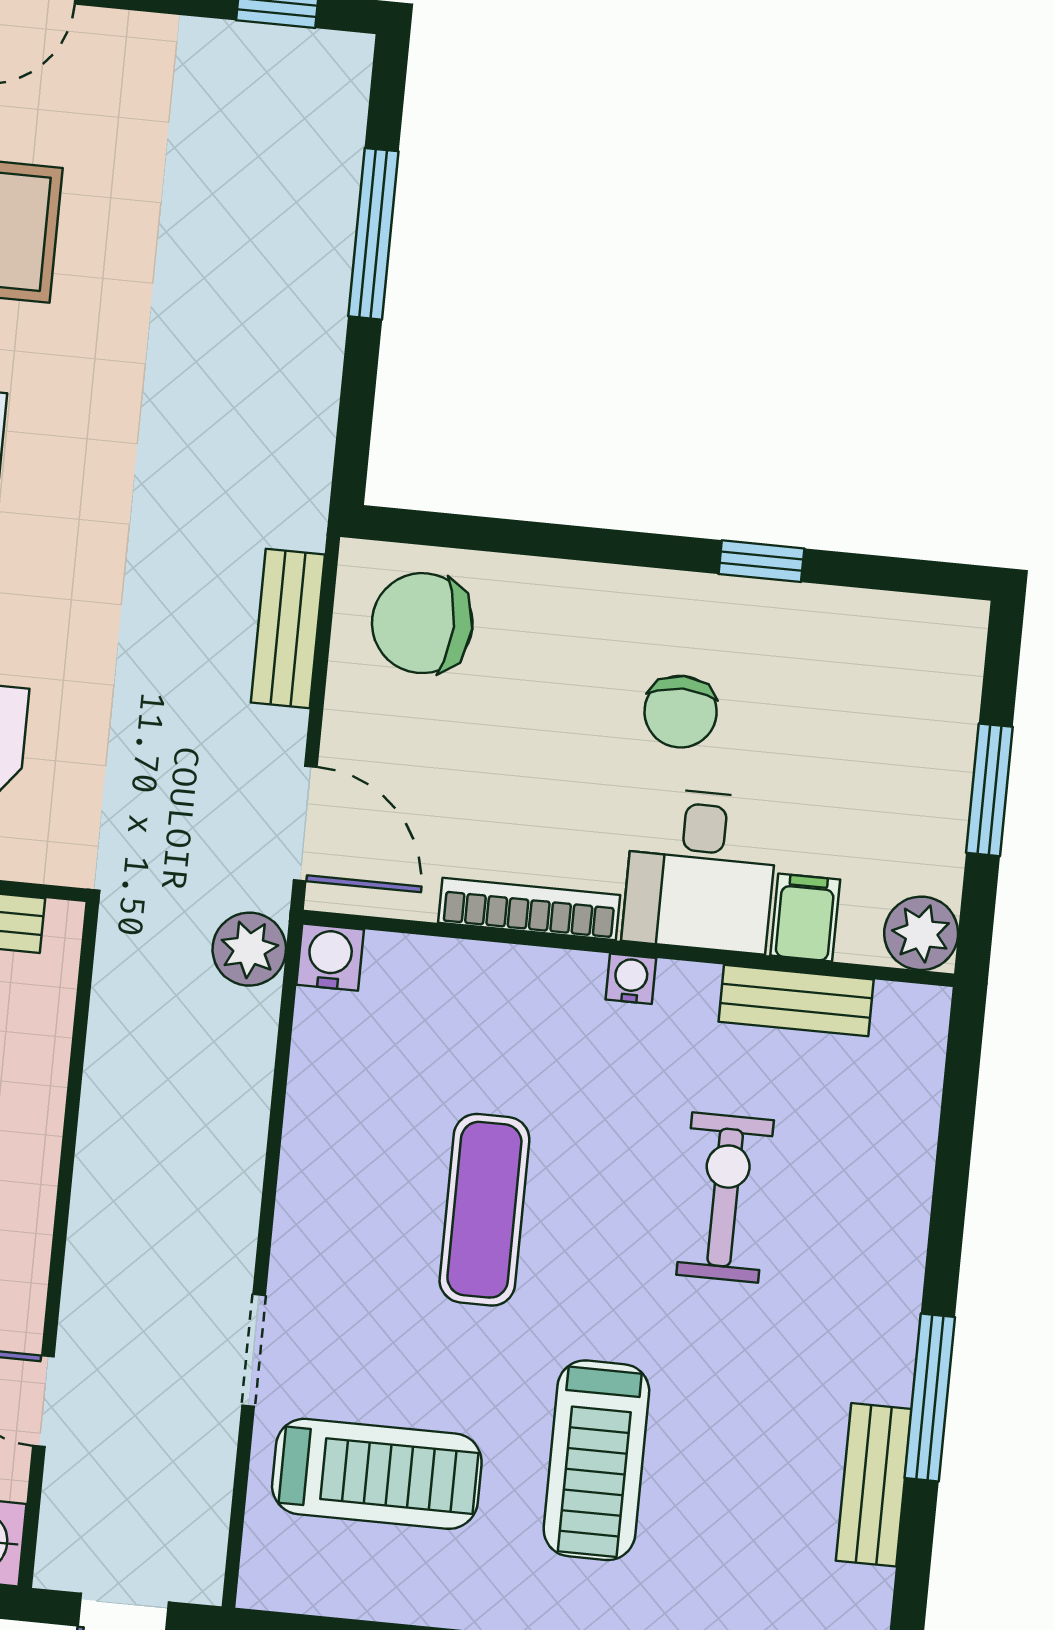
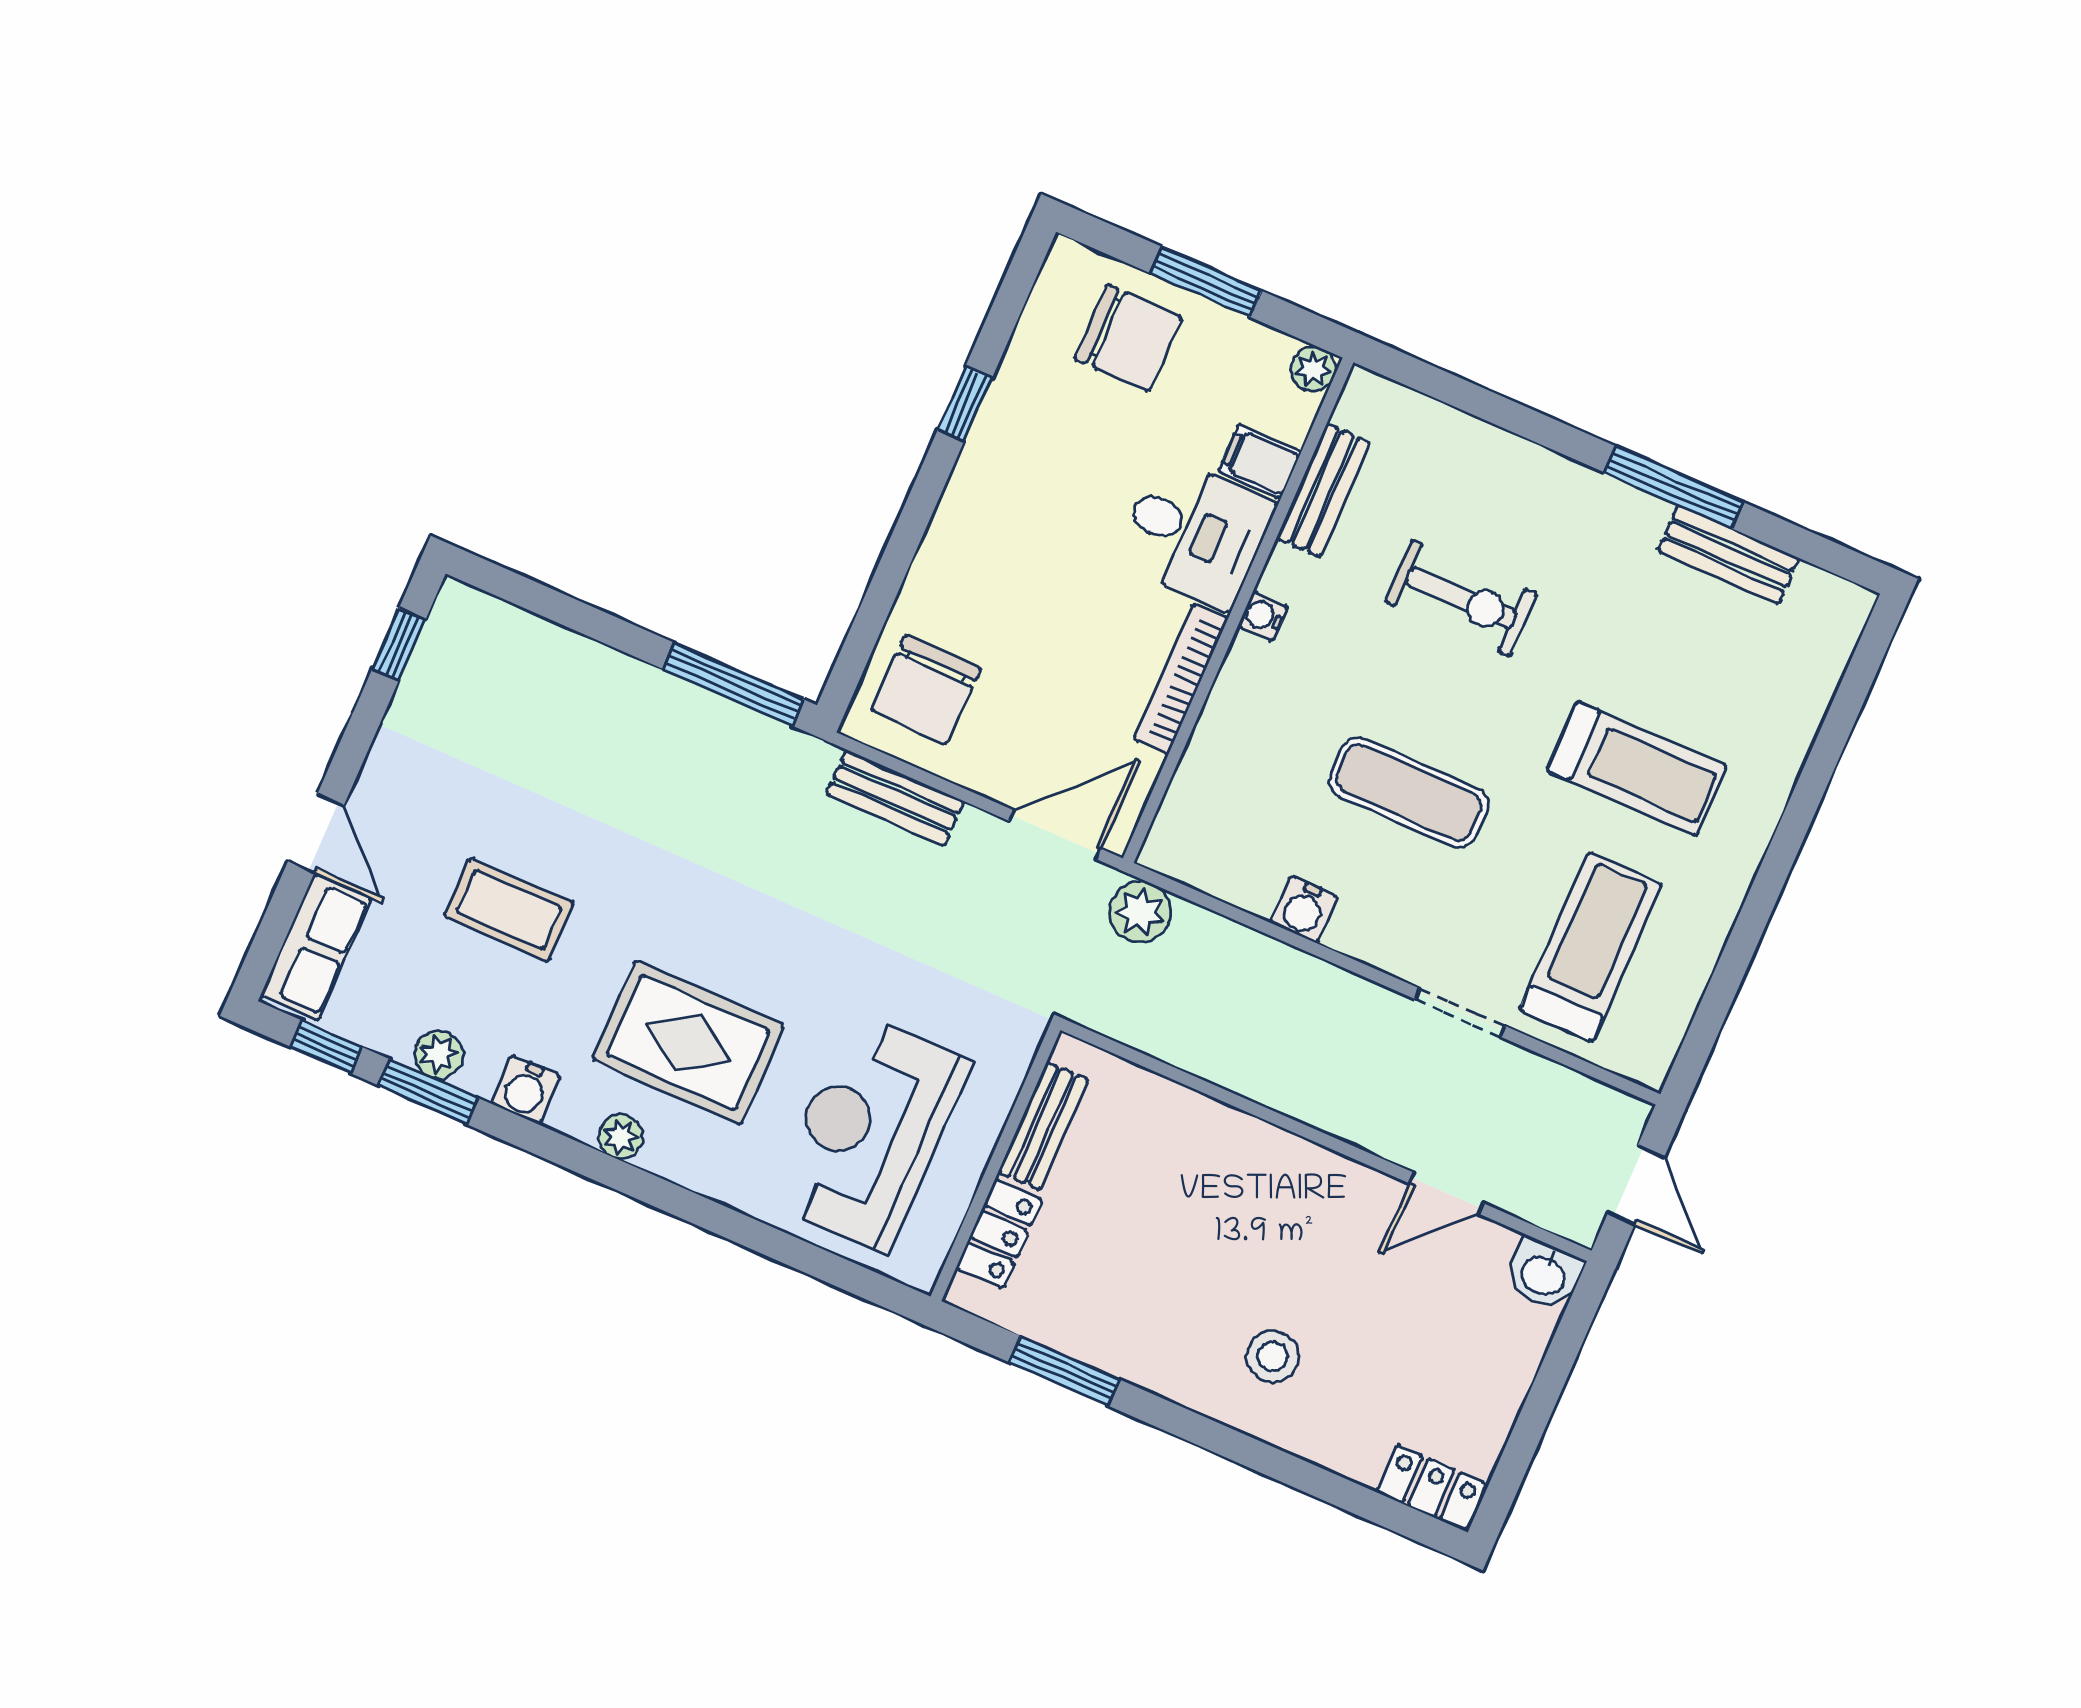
window: (373, 234) -> (733, 684), moved
chair: (681, 712) -> (1128, 338), moved, width x1.37, depth x1.37
plant: (921, 933) -> (1313, 369), width x0.73, depth x0.73
water cooler: (330, 957) -> (1304, 910), moved, turned -90
exercise bike: (725, 1197) -> (1461, 598), turned 180

